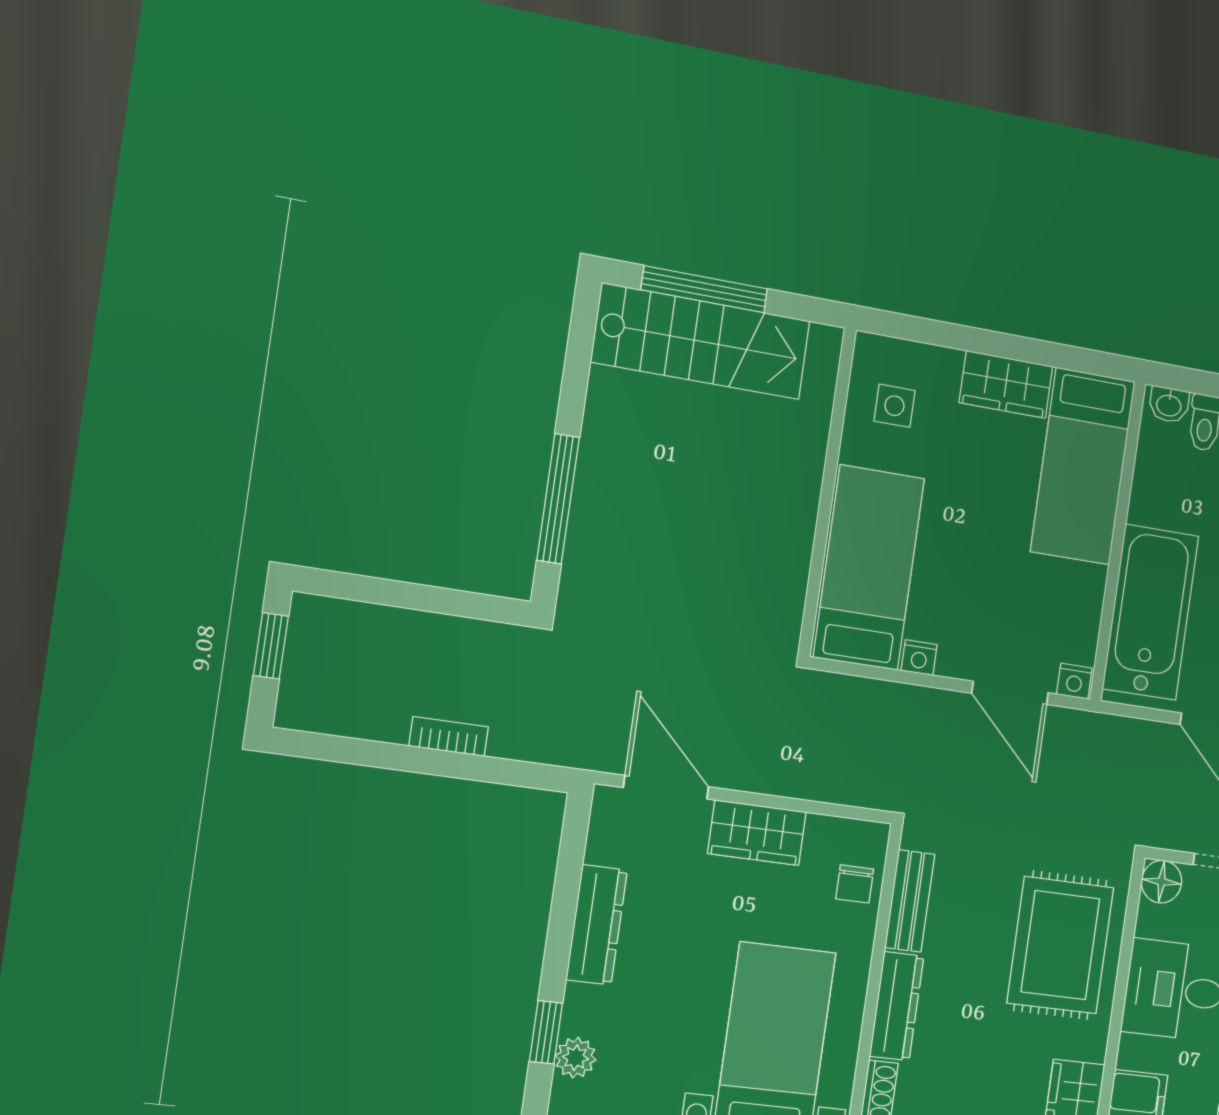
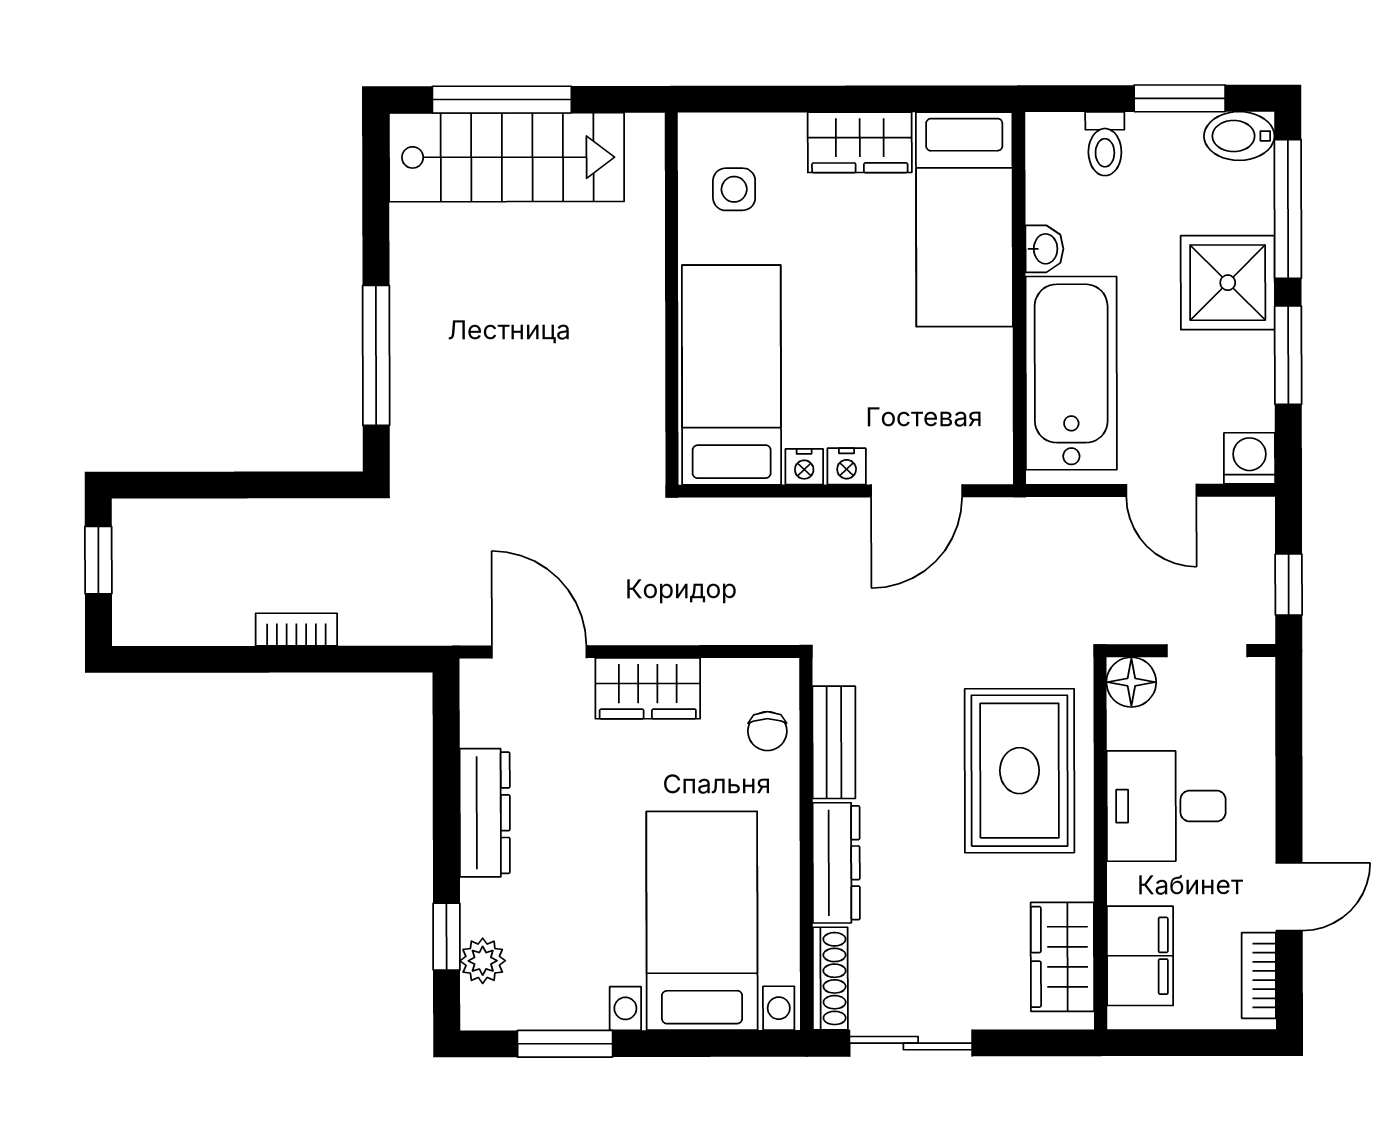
washbasin: (1169, 405) -> (1044, 249), moved, turned -90
nightstand: (1074, 681) -> (847, 466), moved
door: (1010, 693) -> (917, 491), hinge flipped

